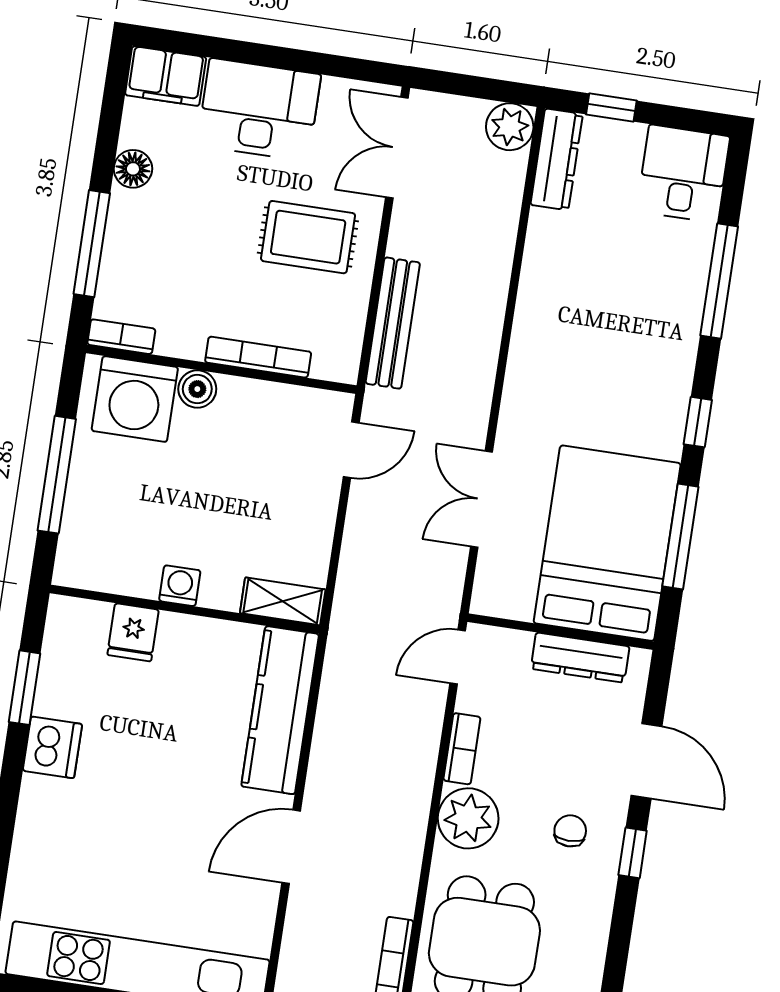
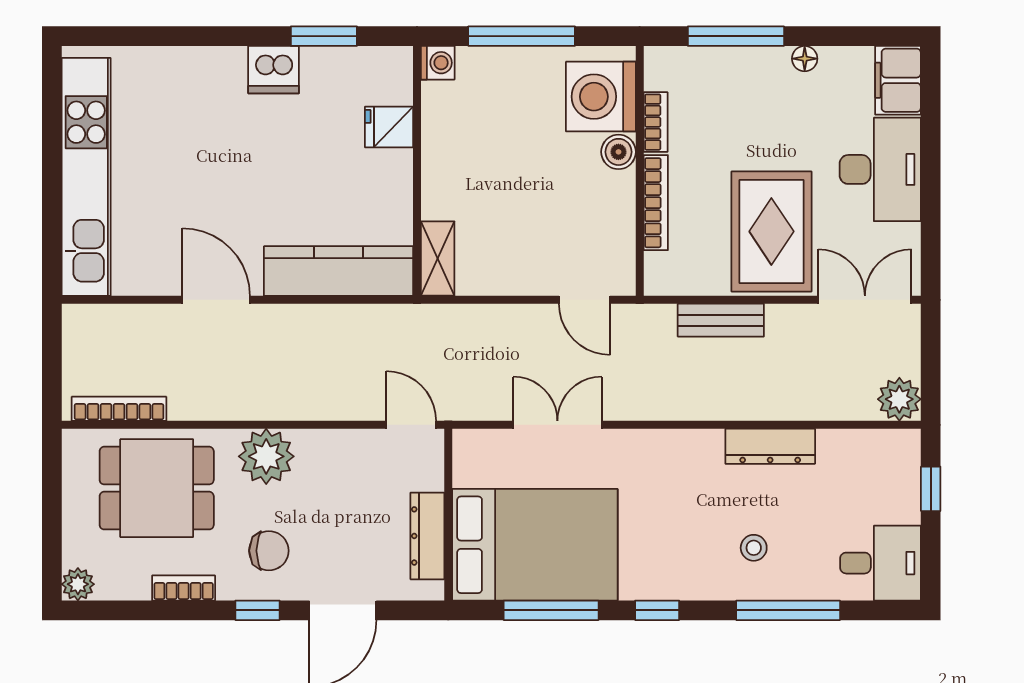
dresser: (557, 159) -> (770, 446), moved
floor lamp: (133, 169) -> (805, 59), width x0.73, depth x0.73
rug: (308, 237) -> (771, 231), width x1.36, depth x1.43
stool: (646, 308) -> (754, 548), added
bench: (393, 323) -> (721, 320), width x0.73
bookcase: (121, 337) -> (656, 122), moved
washing machine: (180, 586) -> (438, 63), moved
bookcase: (462, 749) -> (184, 588), moved, turned 180
chair: (570, 831) -> (269, 551), width x1.37, depth x1.37

